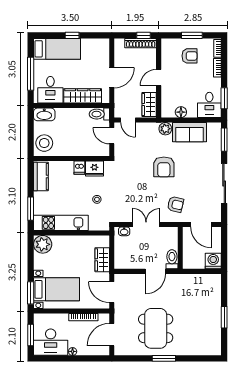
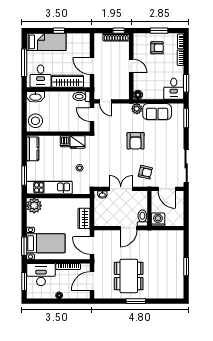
door: (112, 78) -> (92, 66), swing flipped
door: (159, 78) -> (131, 66), swing flipped
wardrobe: (149, 105) -> (123, 88), removed
floor lamp: (181, 112) -> (138, 95), moved
sliding door: (224, 183) -> (186, 166), moved
washing machine: (213, 261) -> (158, 220), moved
desk: (51, 342) -> (41, 275), moved, turned 180

